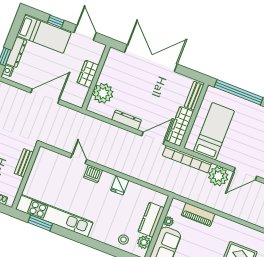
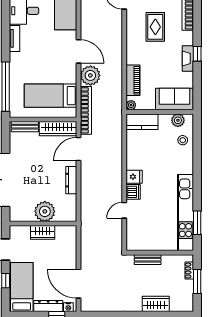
plant: (103, 93) -> (45, 211), moved
door: (45, 96) -> (79, 284), moved
door: (153, 138) -> (79, 149), hinge flipped
fridge: (120, 185) -> (134, 177), moved
kitchen counter: (151, 220) -> (142, 122), moved
plant: (169, 221) -> (131, 105), moved

